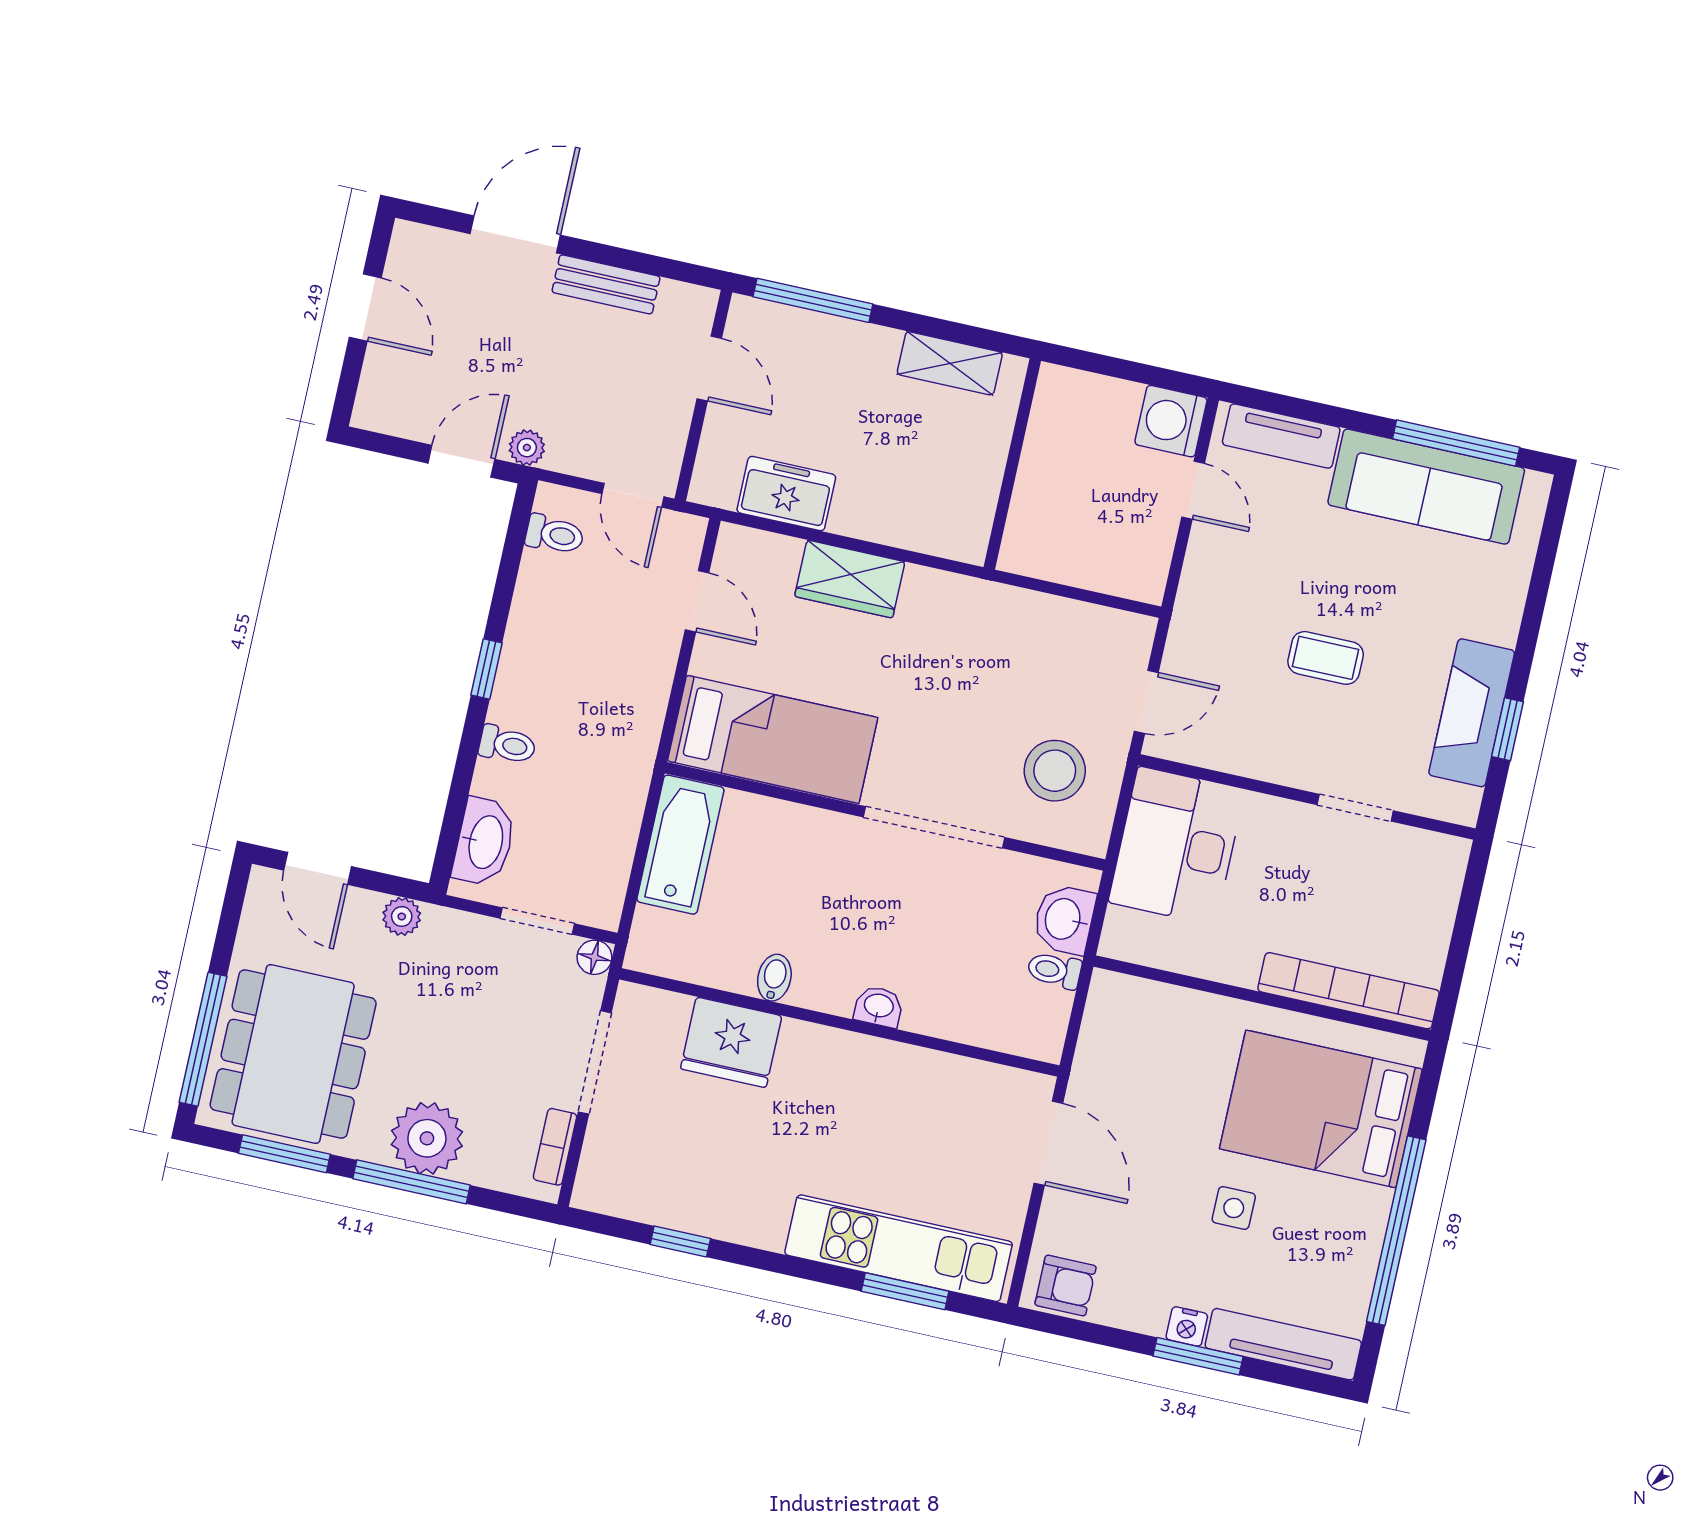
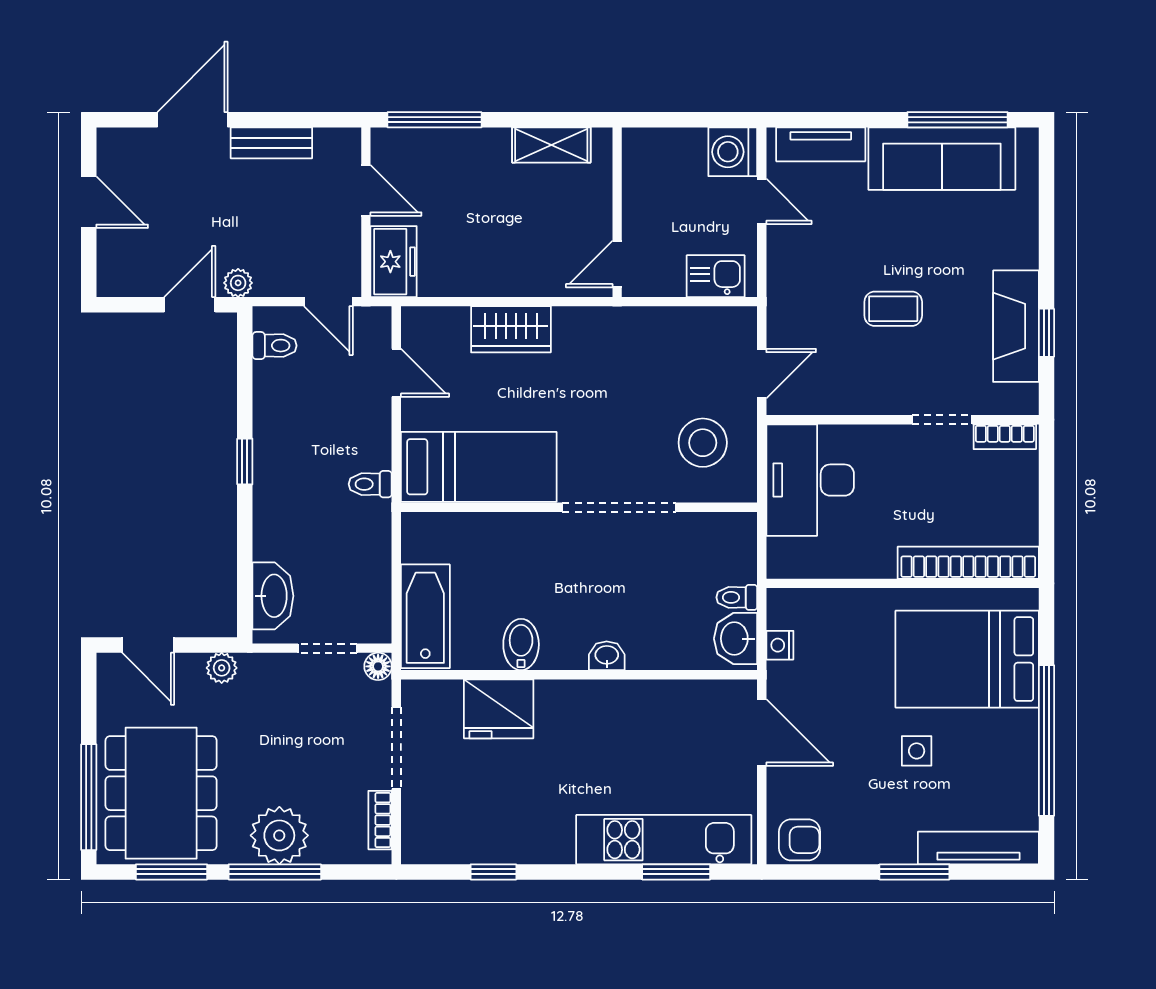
freezer: (786, 494) -> (394, 262), moved, turned 90
door: (998, 528) -> (617, 264), added
kitchen sink: (1116, 569) -> (716, 276), added
toilet: (507, 745) -> (370, 484), moved, turned 180
bathtub: (680, 845) -> (425, 616), moved
bookcase: (1428, 846) -> (1005, 437), added
washbasin: (1064, 919) -> (736, 639), moved
bidet: (774, 978) -> (521, 644), width x1.38, depth x1.36
nightstand: (1187, 1326) -> (780, 645), moved, turned 90

